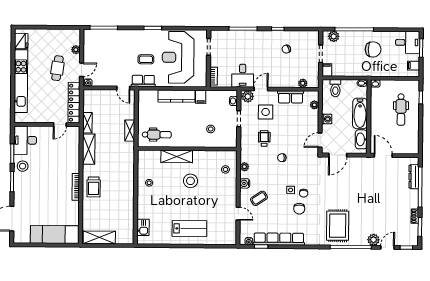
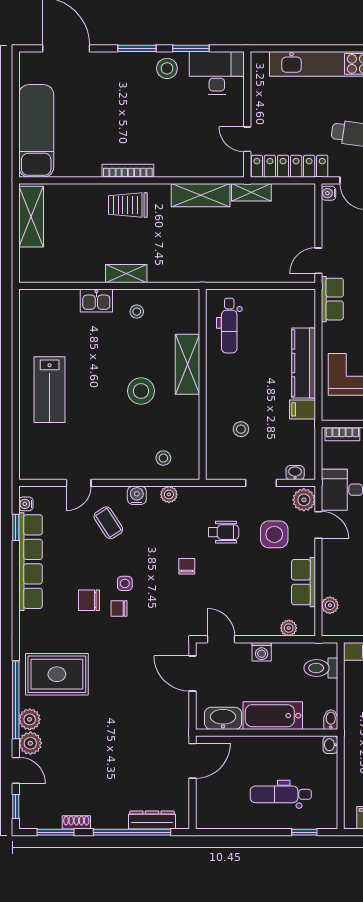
shelving: (130, 131) -> (126, 274), moved
kitchen sink: (143, 227) -> (96, 301), moved
plant: (361, 240) -> (30, 719), added

